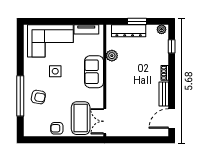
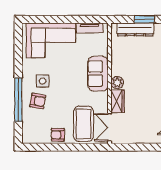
plant: (112, 56) -> (117, 83), moved
side table: (55, 71) -> (43, 81), moved
wardrobe: (112, 97) -> (118, 101), added

